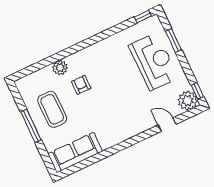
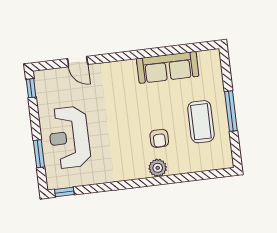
plant: (60, 68) -> (158, 168), moved
plant: (188, 101) -> (46, 81), removed
sofa: (75, 153) -> (168, 67), moved

